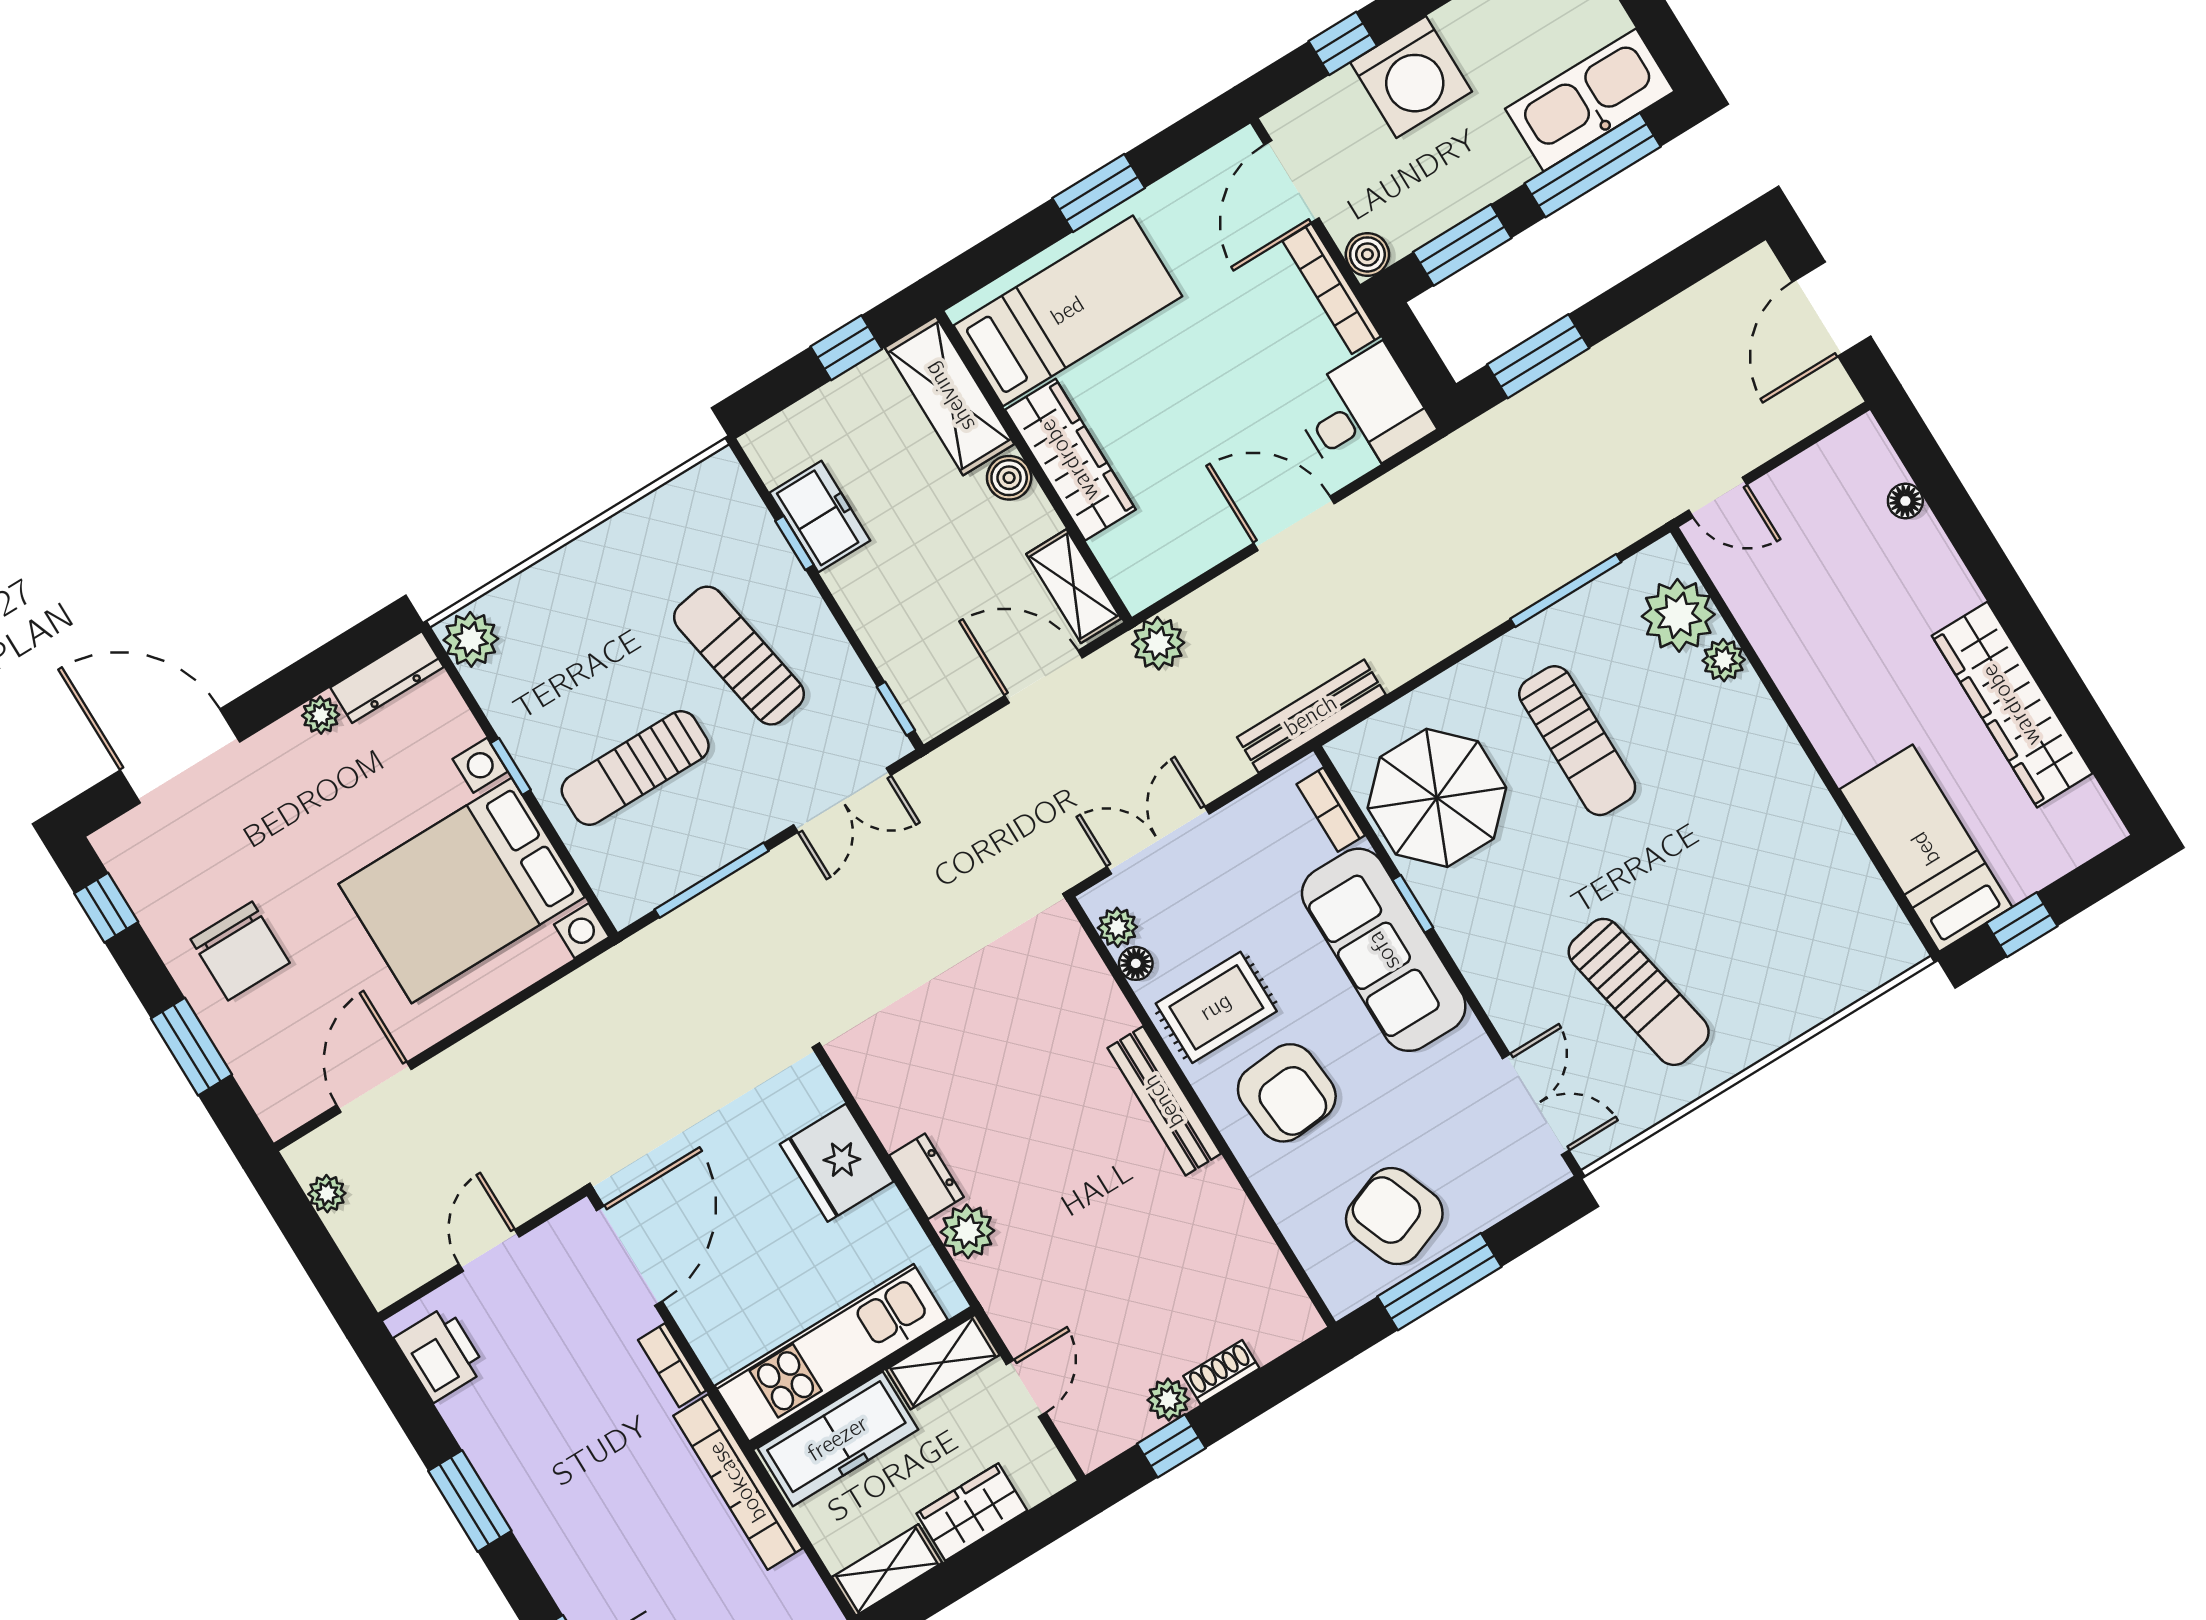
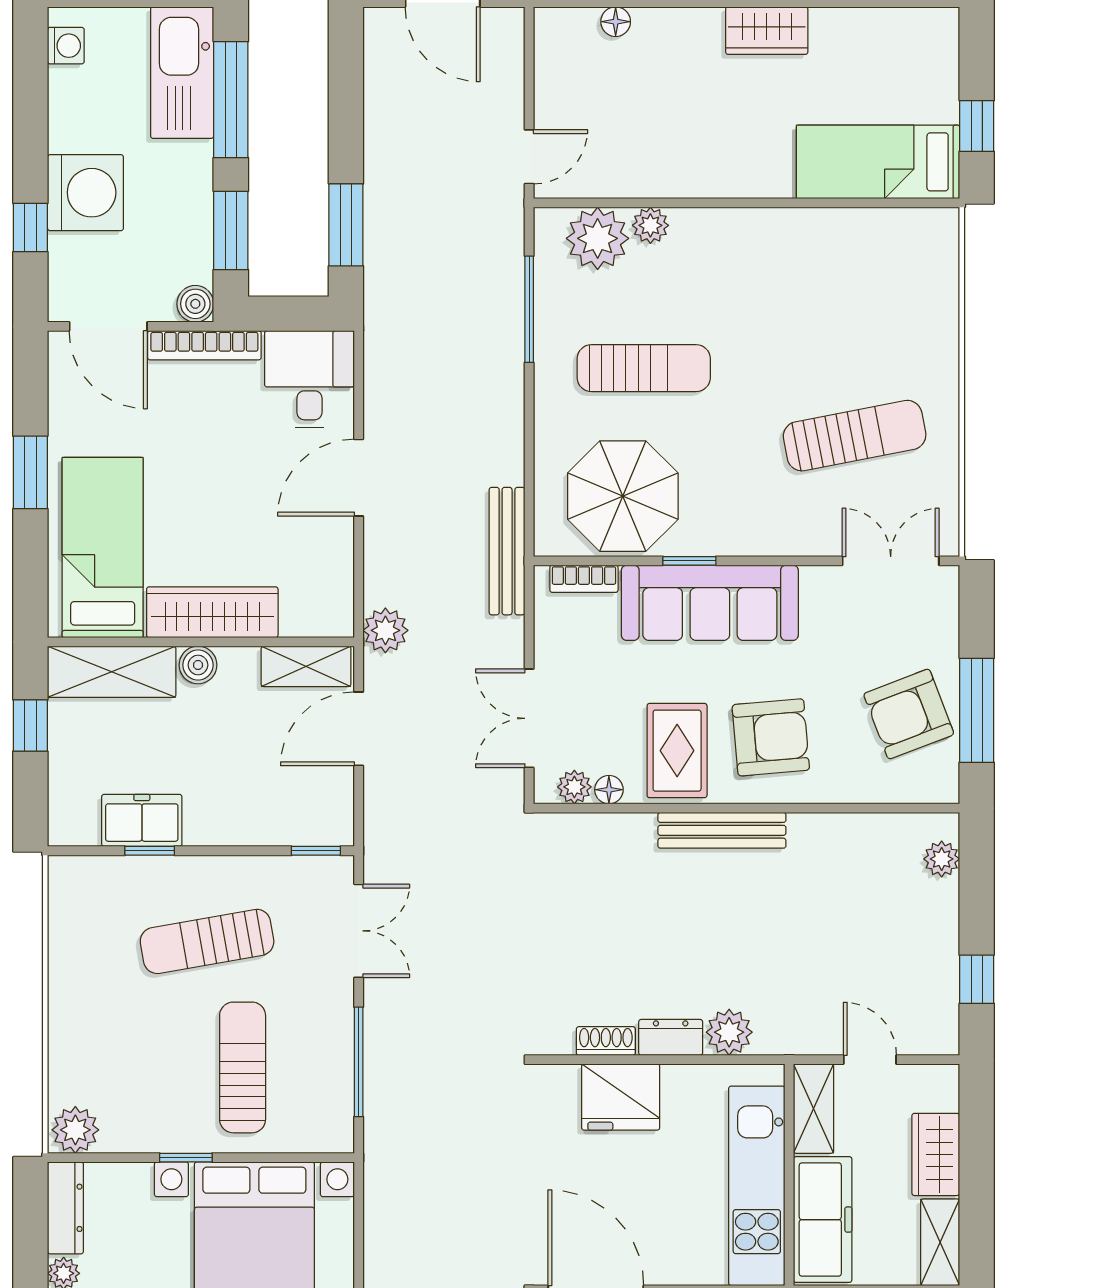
wardrobe: (2012, 705) -> (767, 31), width x0.48, depth x0.85
sun lounger: (635, 768) -> (243, 1067), turned 180
shoe rack: (1221, 1372) -> (606, 1041), moved, turned 90
plant: (1168, 1400) -> (942, 859), moved

